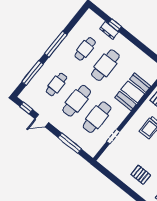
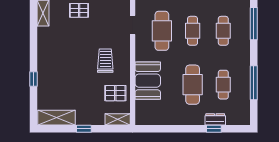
window: (56, 44) -> (254, 83), moved
cafe table: (77, 101) -> (193, 31), width x0.73, depth x0.74

